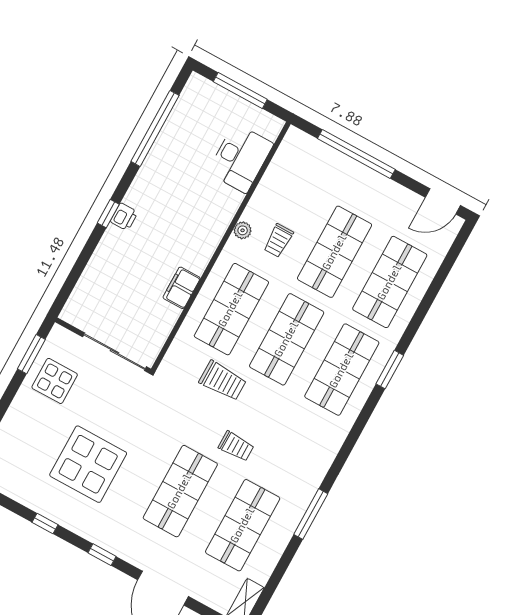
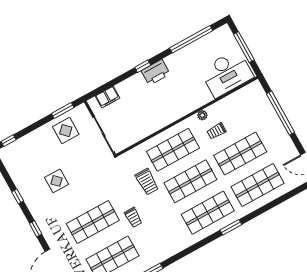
desk: (240, 158) -> (227, 73), width x1.36, depth x1.30
printer: (124, 217) -> (156, 72), width x1.87, depth x1.48
filing cabinet: (182, 288) -> (107, 97), moved, turned 180
display table: (88, 464) -> (57, 181), width x0.54, depth x0.54

